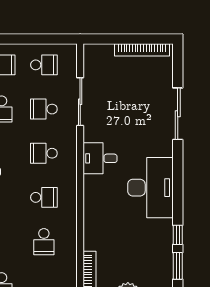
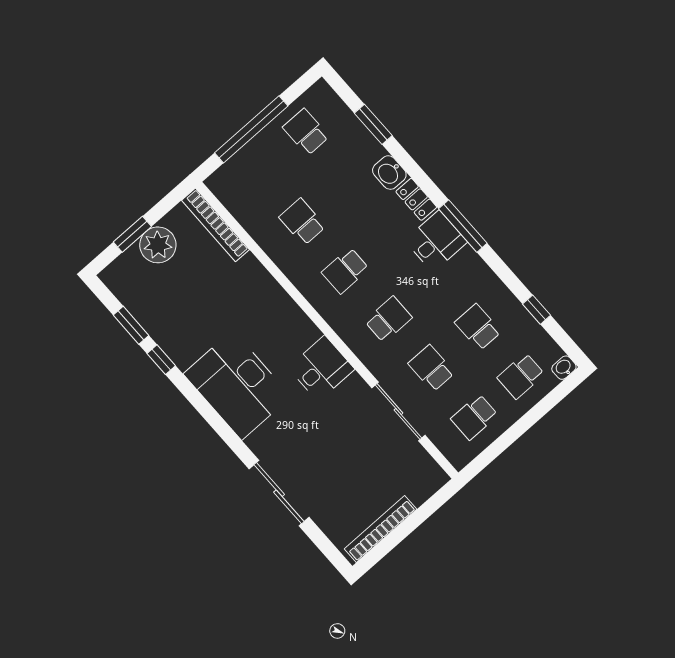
school desk: (44, 109) -> (431, 368), turned -90

